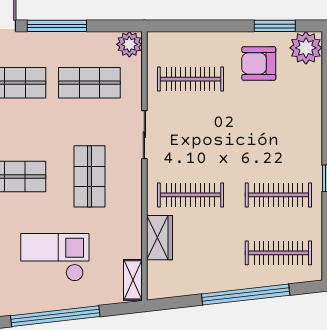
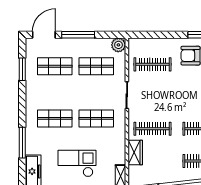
shop shelf: (89, 176) -> (96, 118), turned 90

